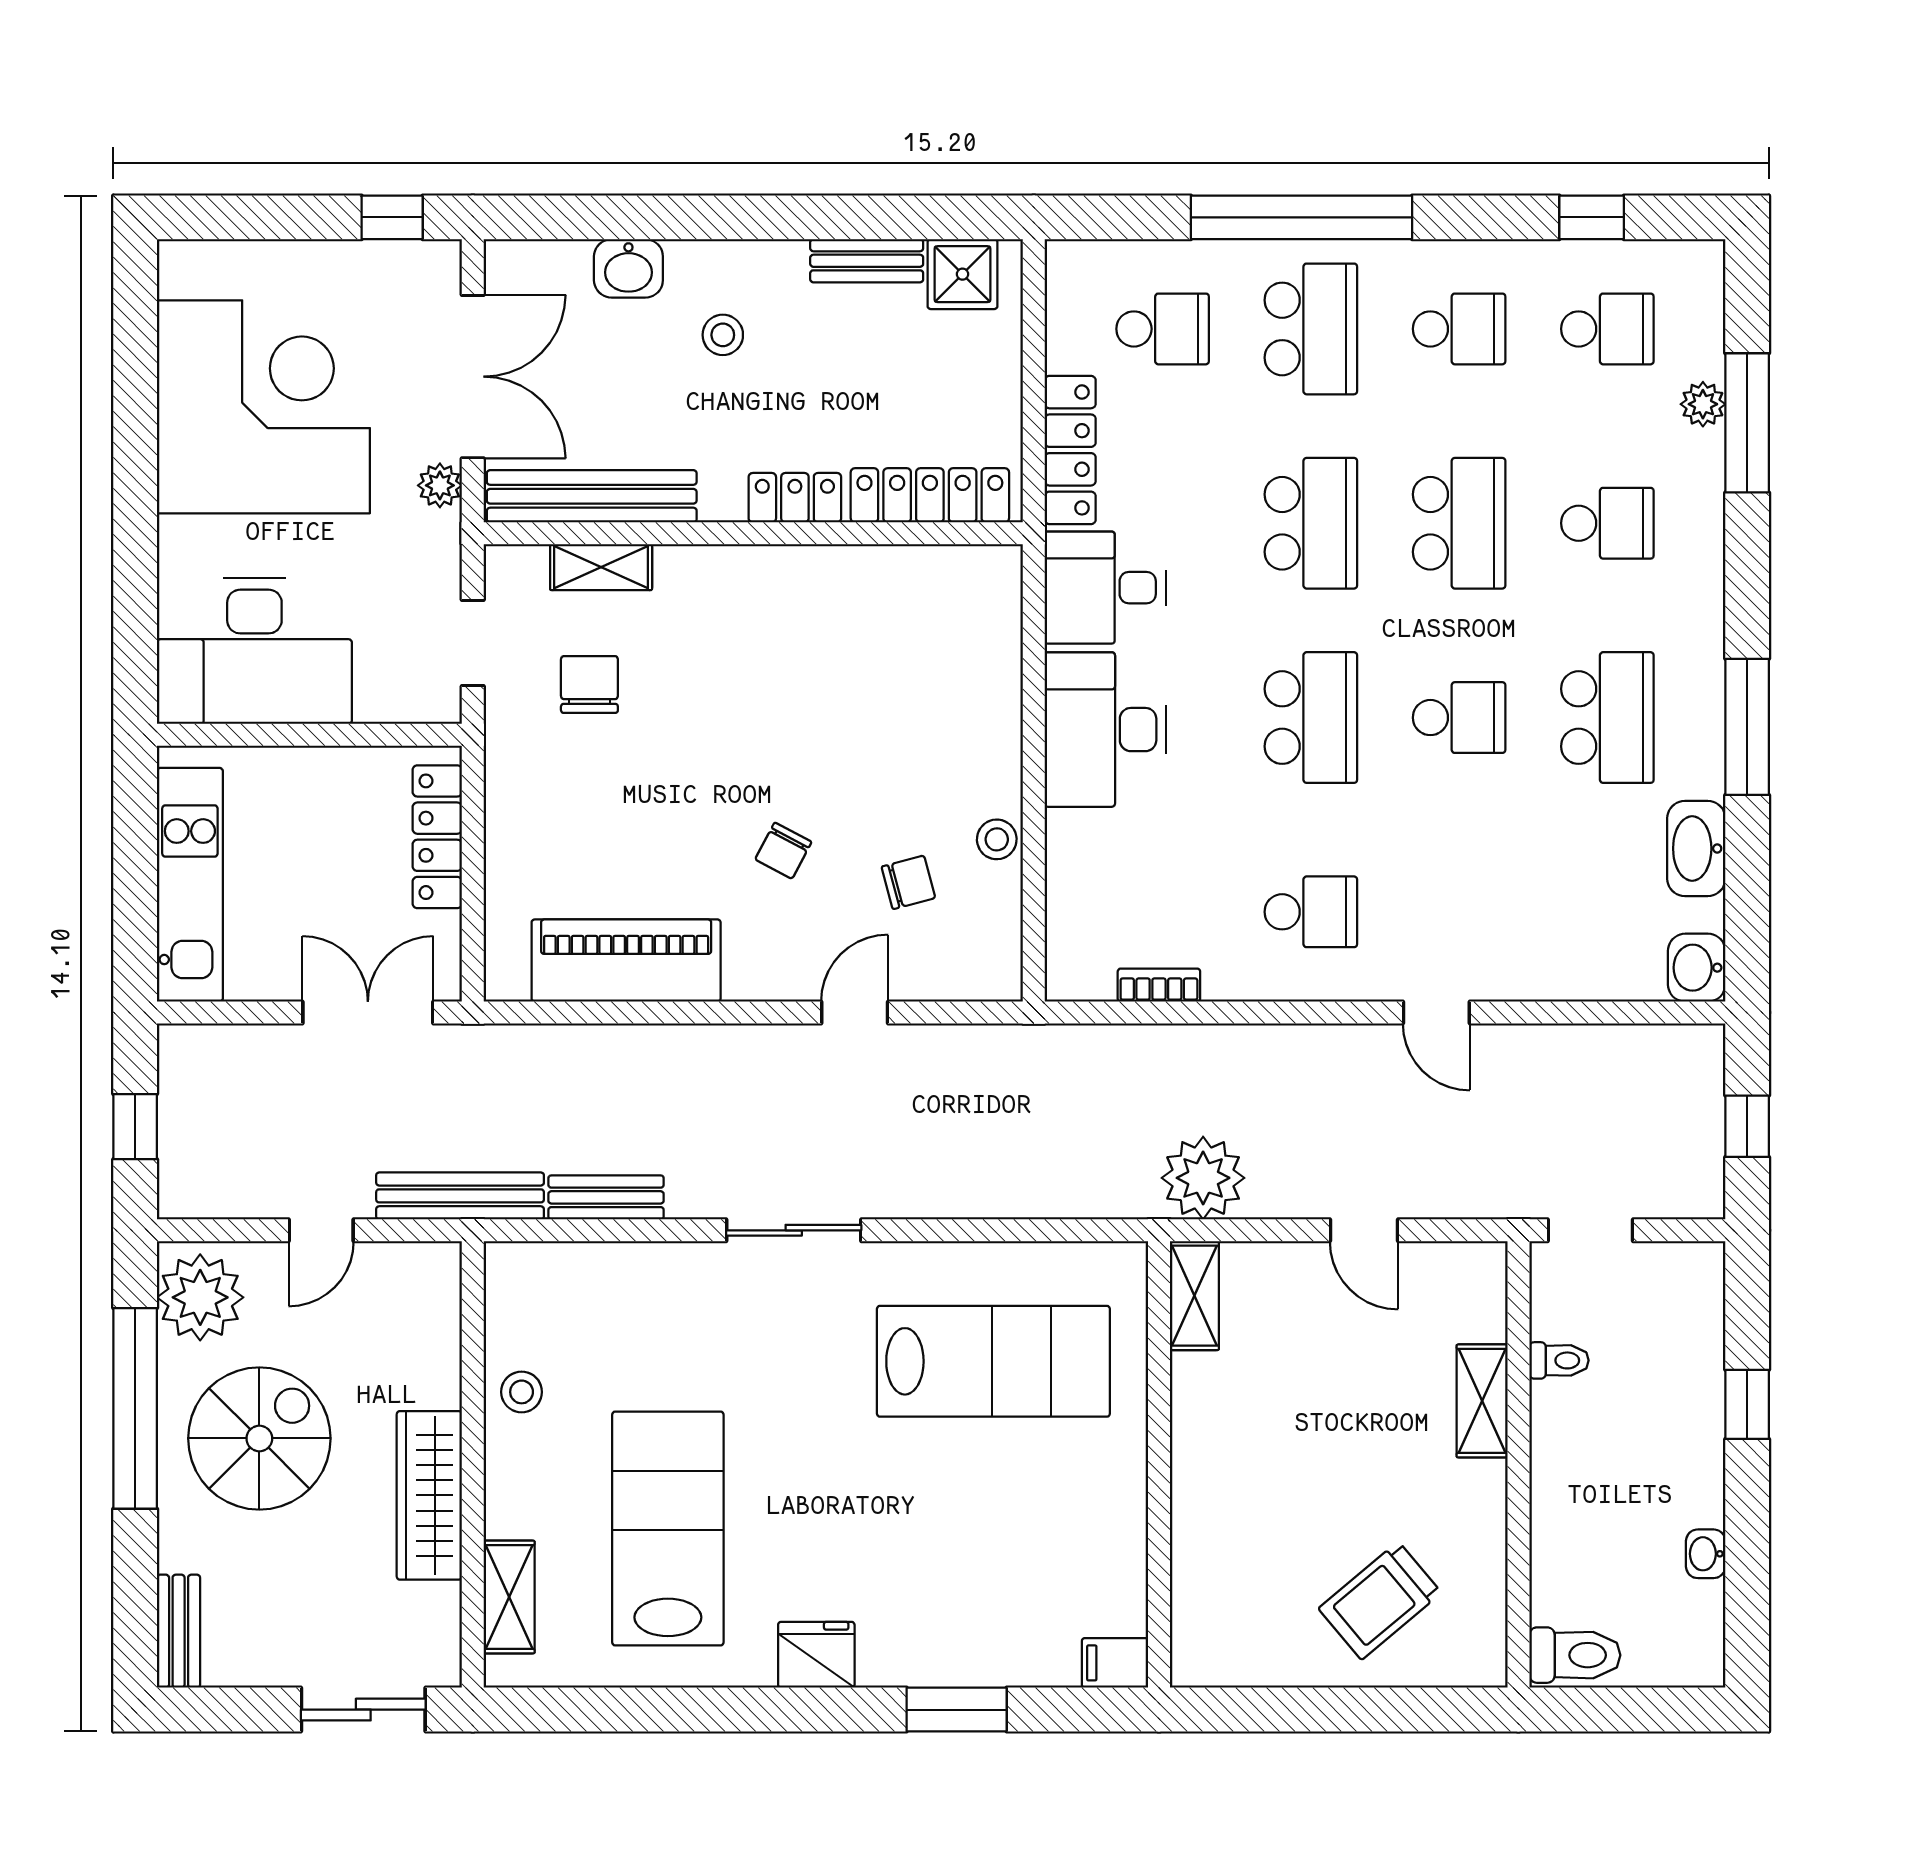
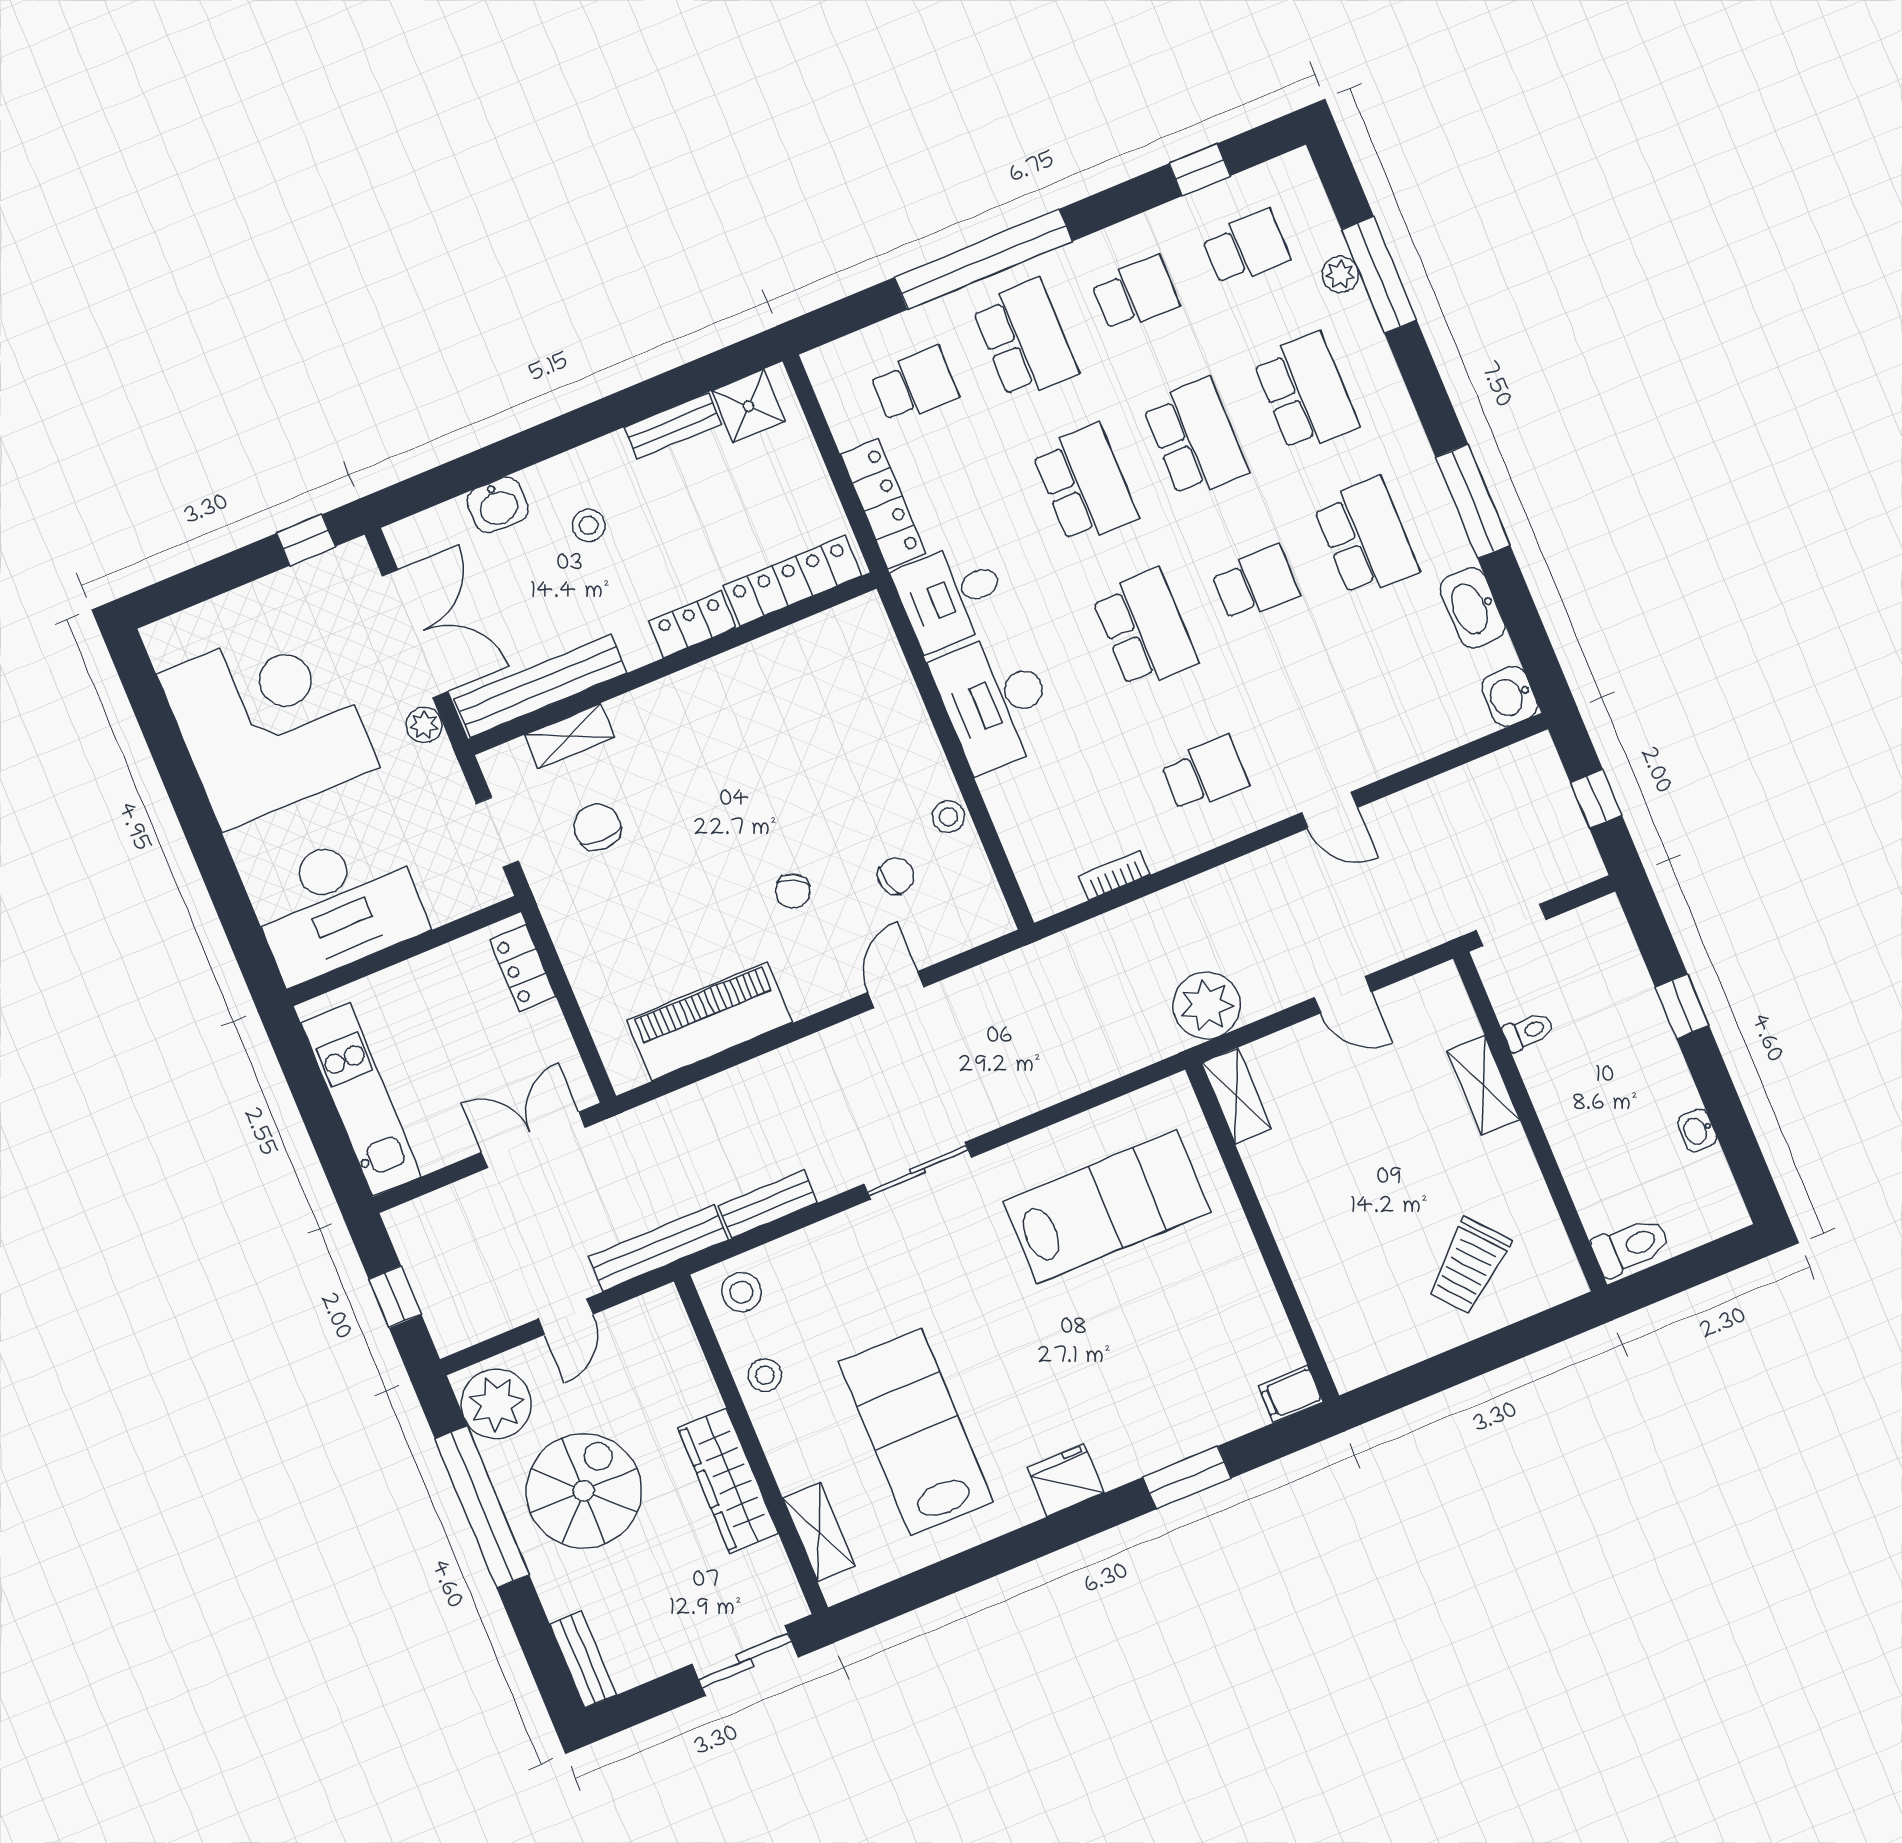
school desk: (1607, 523) -> (1306, 393), width x1.85
locker: (437, 837) -> (523, 968), width x0.66
stool: (534, 1285) -> (741, 1292), added

